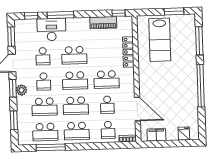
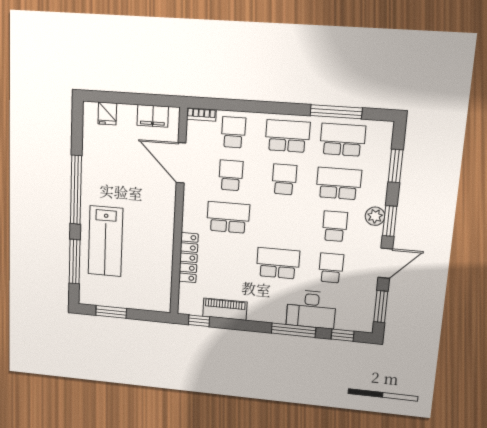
lab bench: (160, 40) -> (105, 241), moved, turned 180
school desk: (75, 81) -> (281, 222), removed
school desk: (76, 106) -> (284, 179), width x0.54

